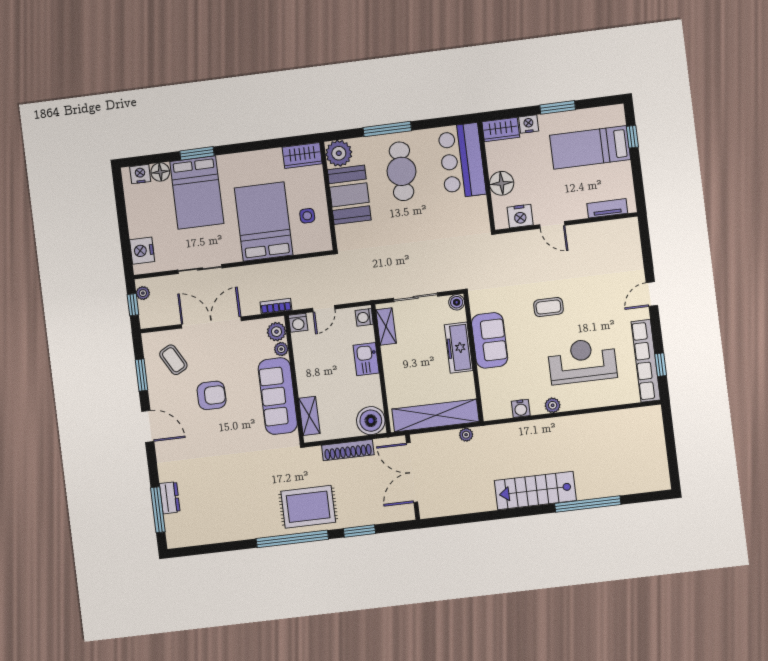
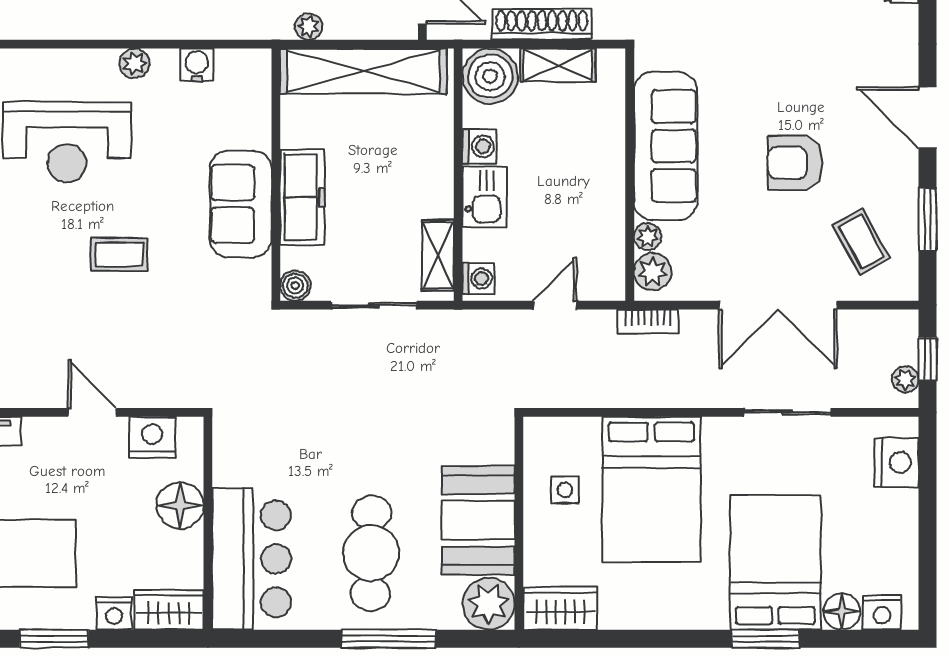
washing machine: (298, 323) -> (480, 146), moved, turned 90
shelving: (309, 416) -> (558, 65), moved, turned 90

